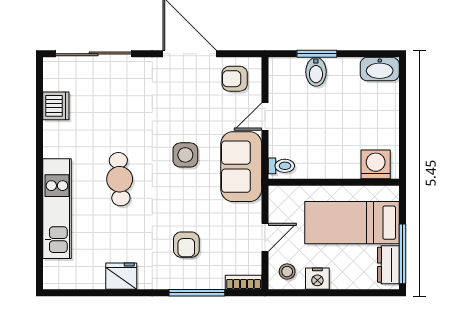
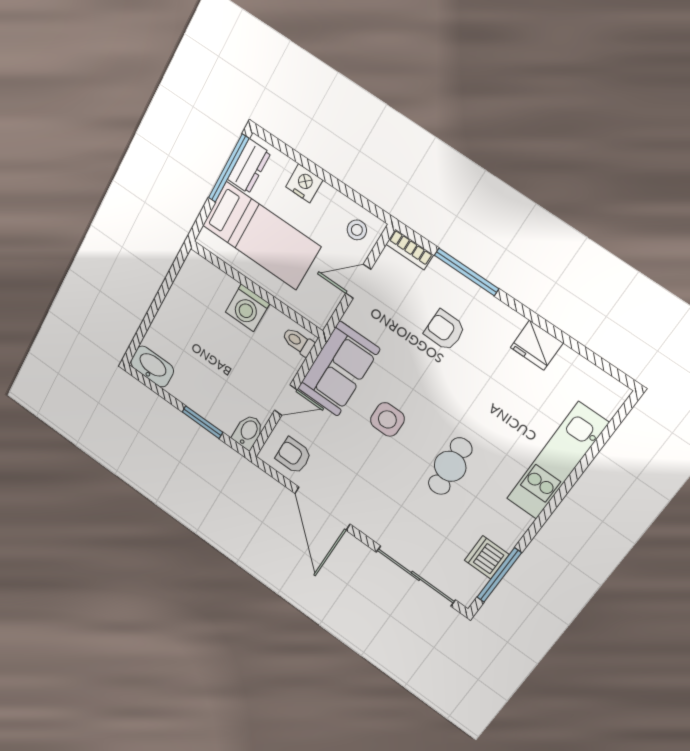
bidet: (316, 72) -> (248, 432), moved
armchair: (235, 79) -> (294, 456), turned 180
window: (39, 99) -> (499, 575), added
washing machine: (376, 164) -> (247, 308), moved
cafe table: (120, 179) -> (450, 466), moved
armchair: (186, 245) -> (445, 330), turned -89
nightstand: (317, 279) -> (304, 183), moved

